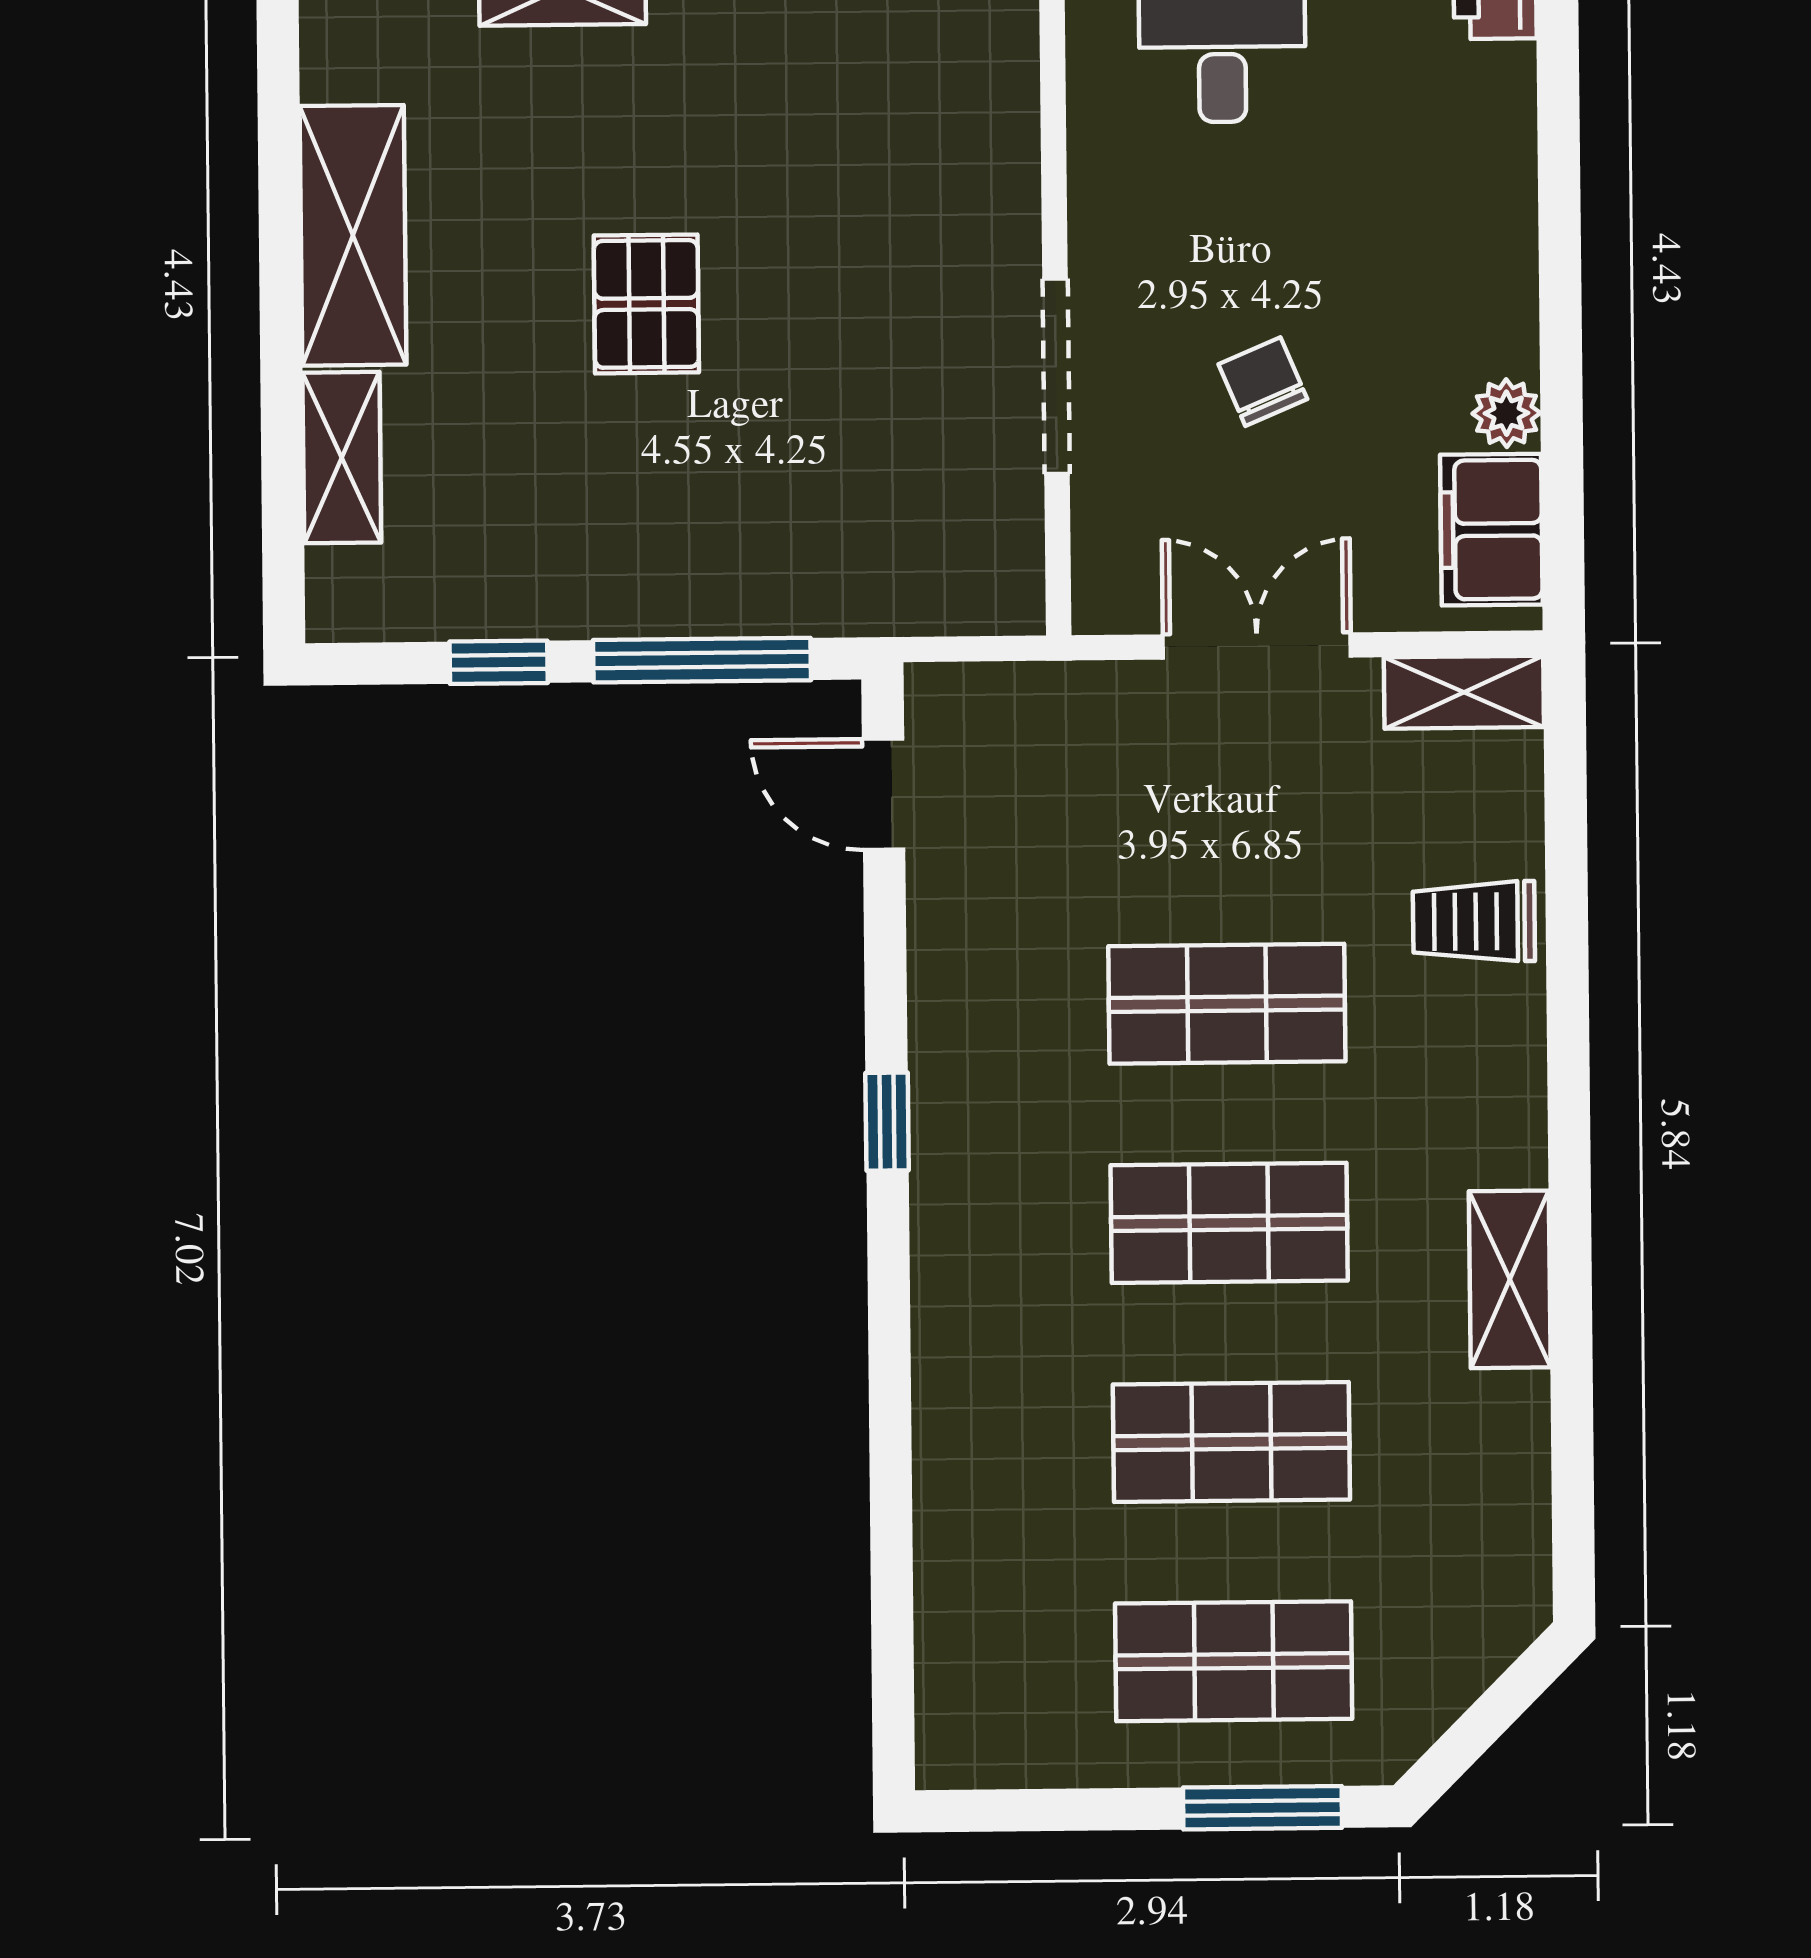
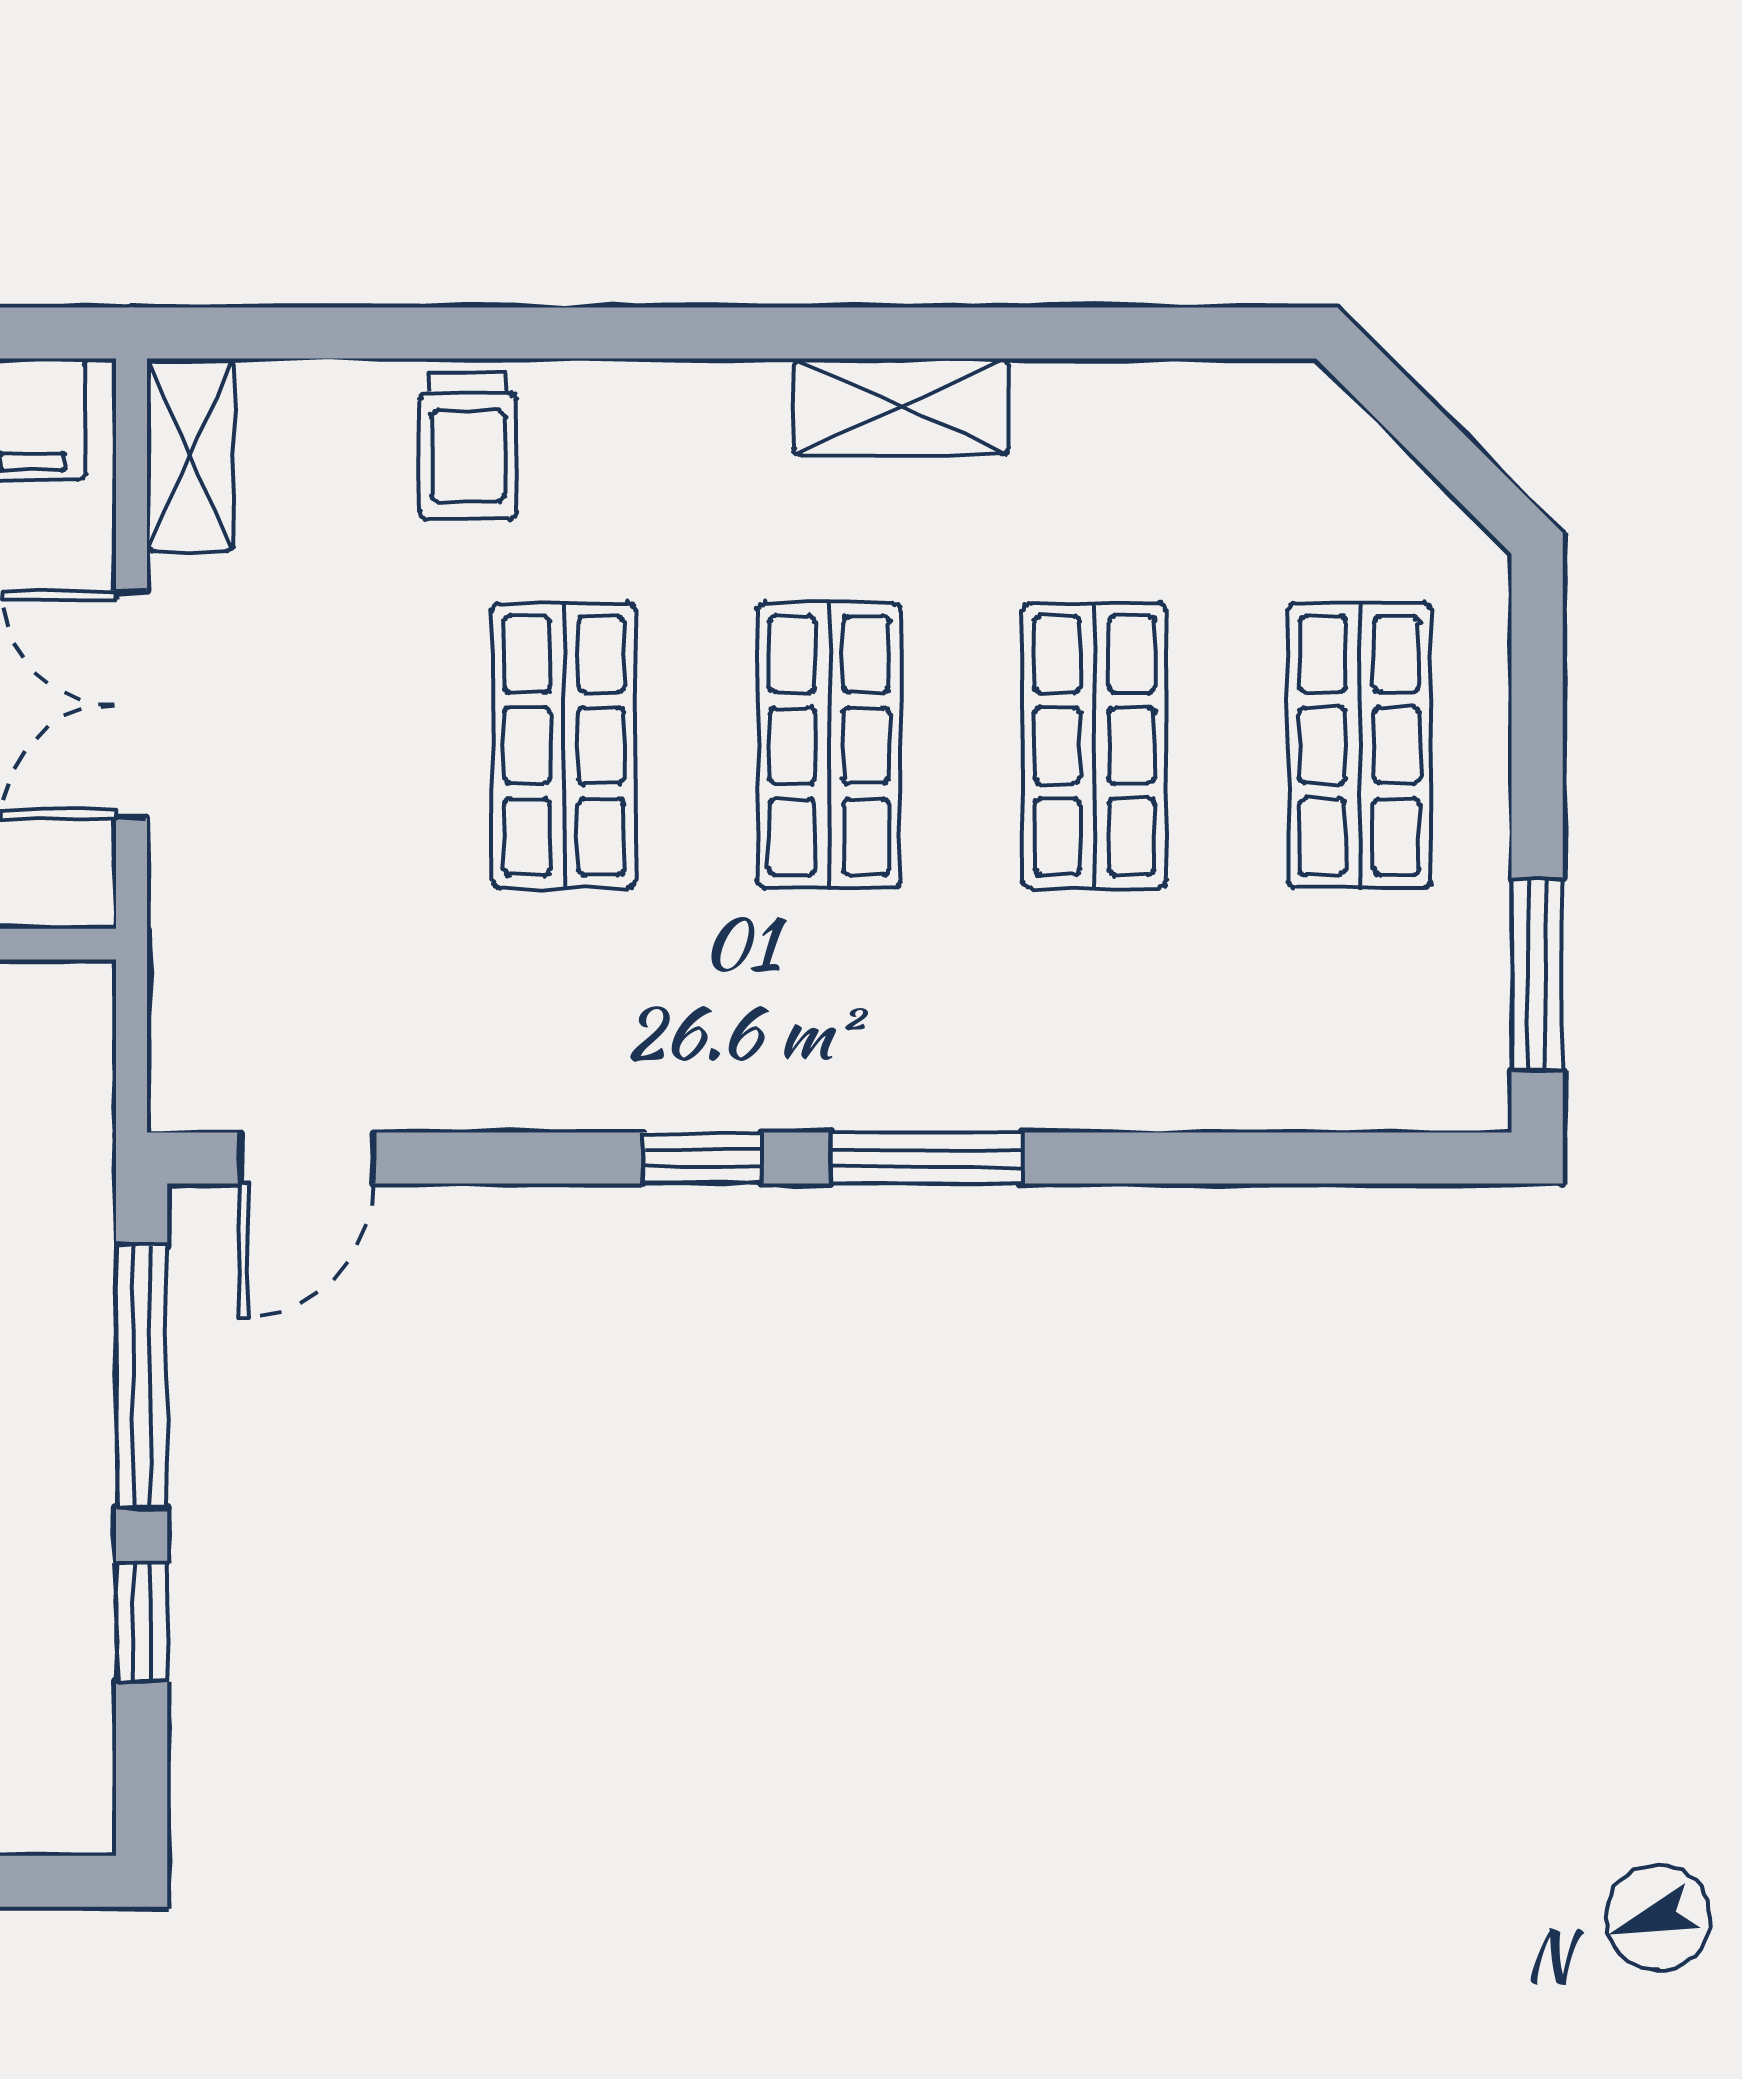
window: (889, 1306) -> (926, 1158), added
window: (1263, 1808) -> (1537, 975), moved

